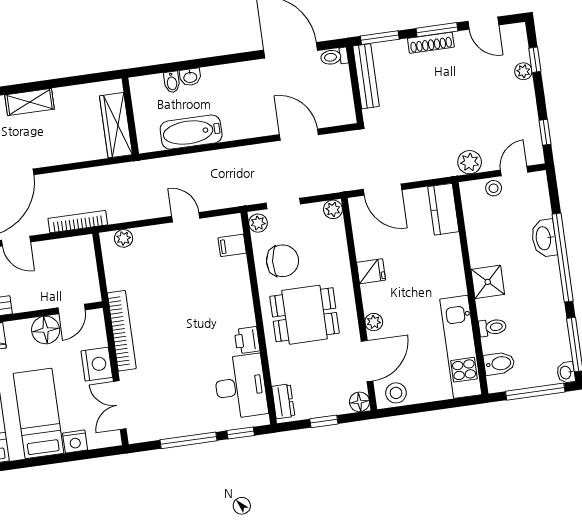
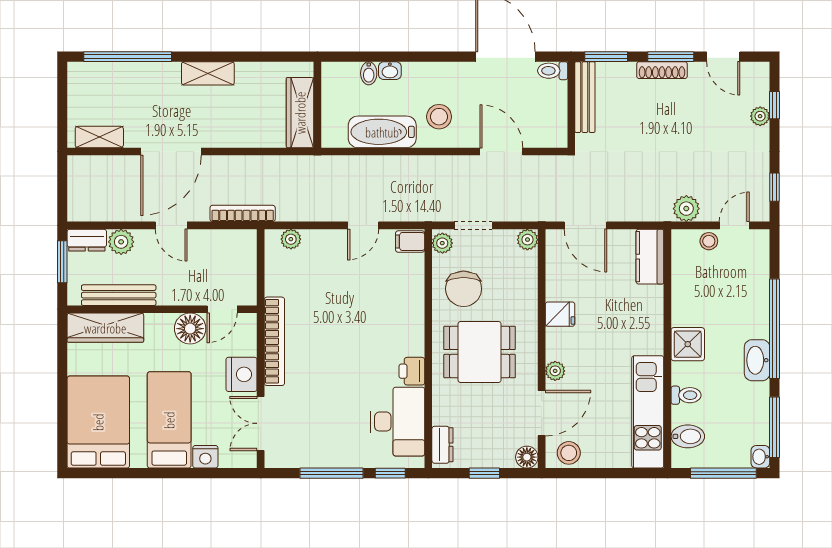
stool: (239, 112) -> (439, 117), added
door: (186, 217) -> (363, 225), swing flipped
washbasin: (544, 238) -> (757, 360), moved
filing cabinet: (232, 245) -> (410, 242), moved
chair: (283, 261) -> (464, 289), turned 85

